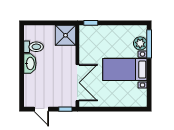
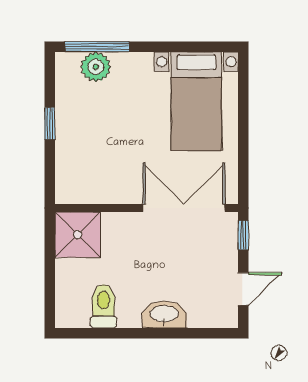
window: (91, 23) -> (50, 124), moved
washbasin: (30, 63) -> (164, 314), moved
bed with nightstands: (125, 70) -> (196, 101), moved

